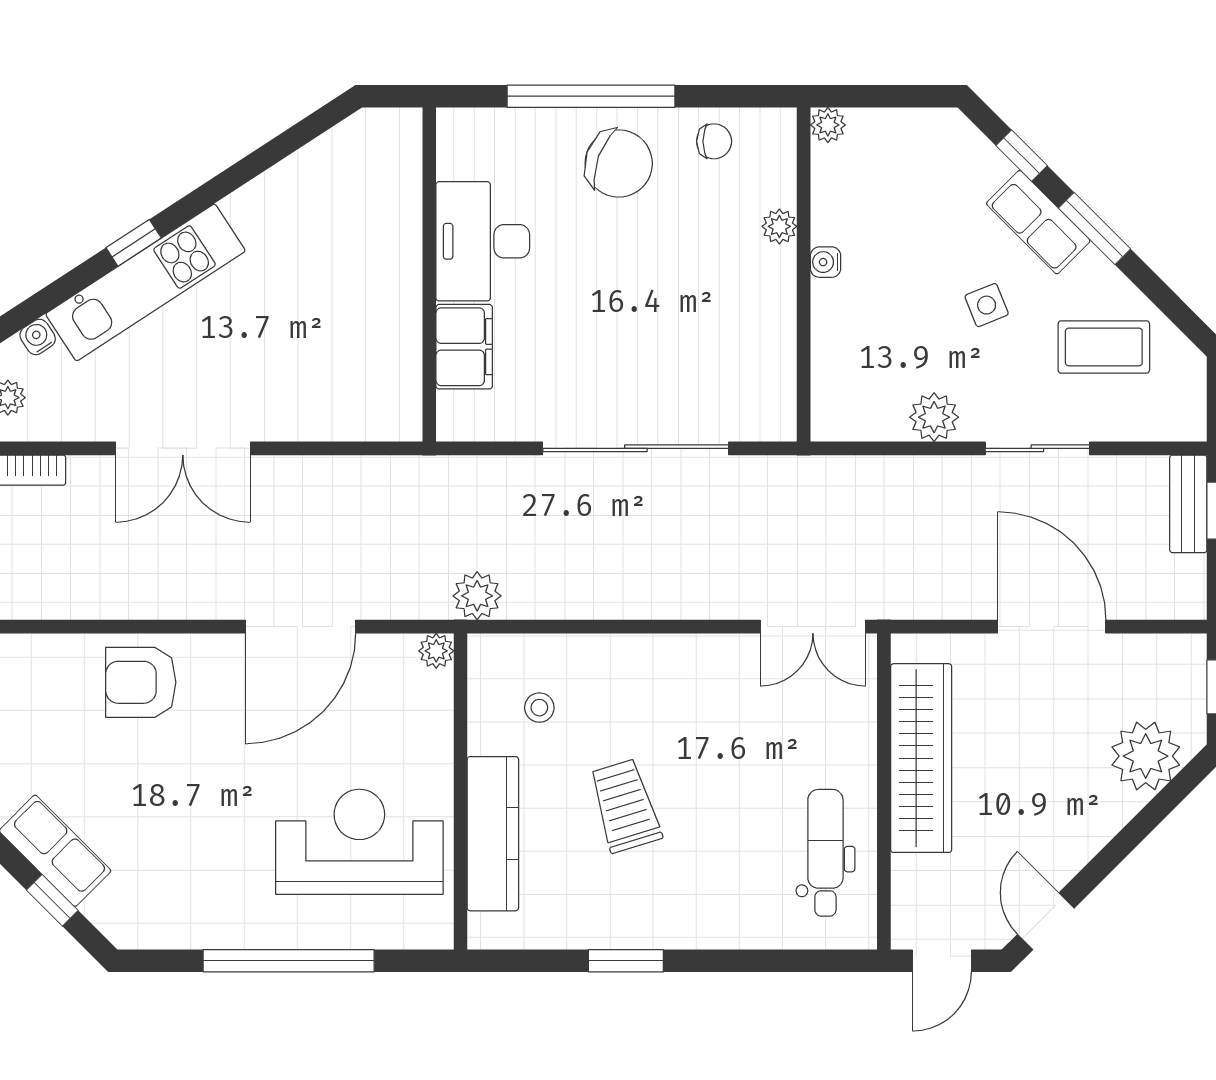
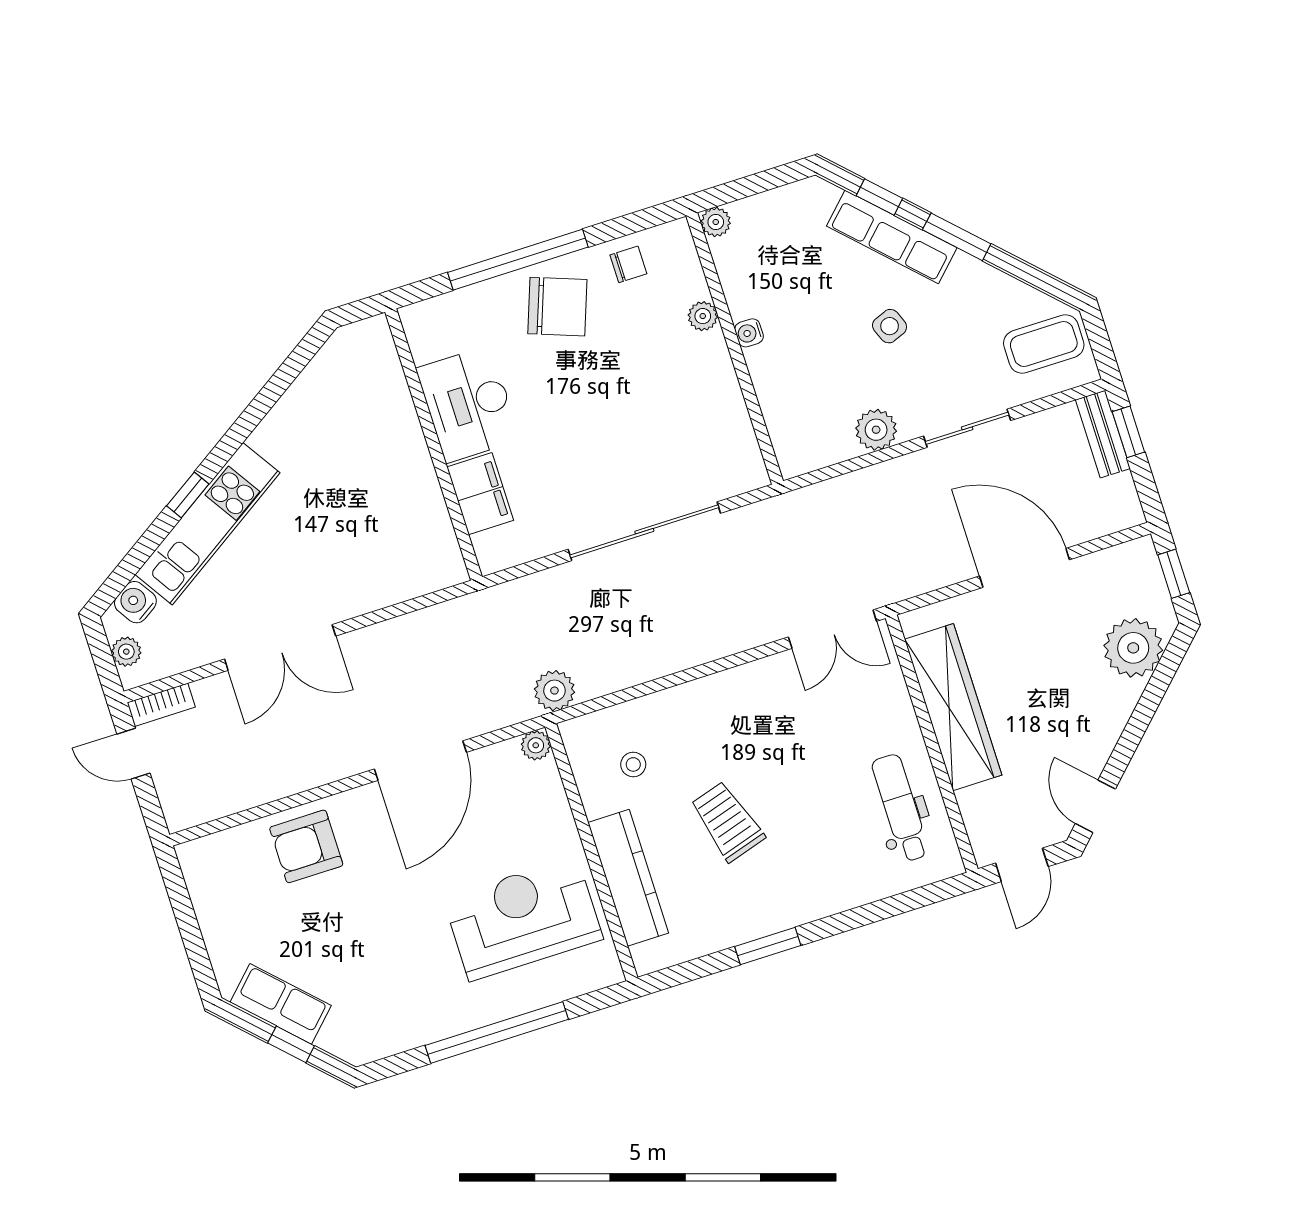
row of seats: (1038, 222) -> (892, 237), width x1.48
water cooler: (38, 337) -> (135, 602), width x1.38, depth x1.38
coffee table: (1104, 347) -> (1044, 344), moved

